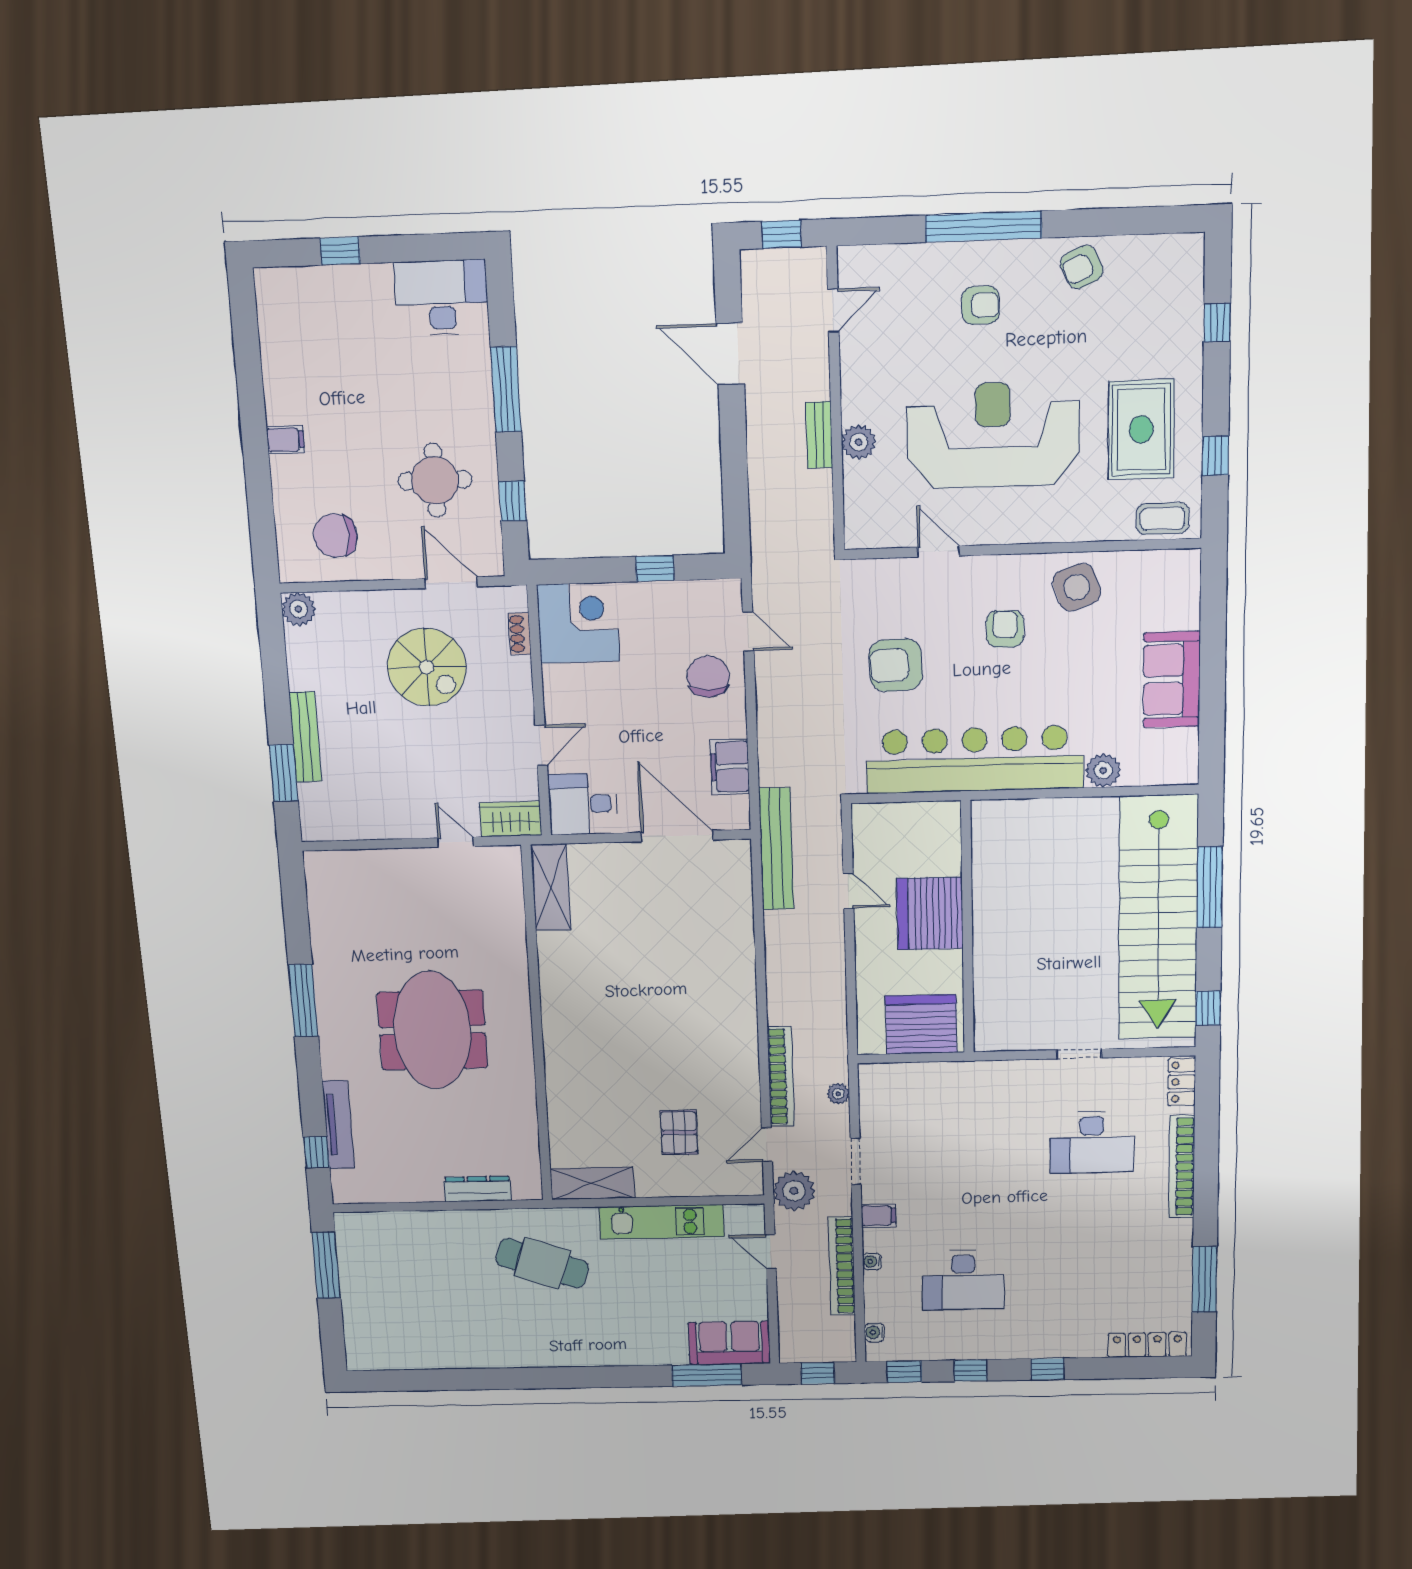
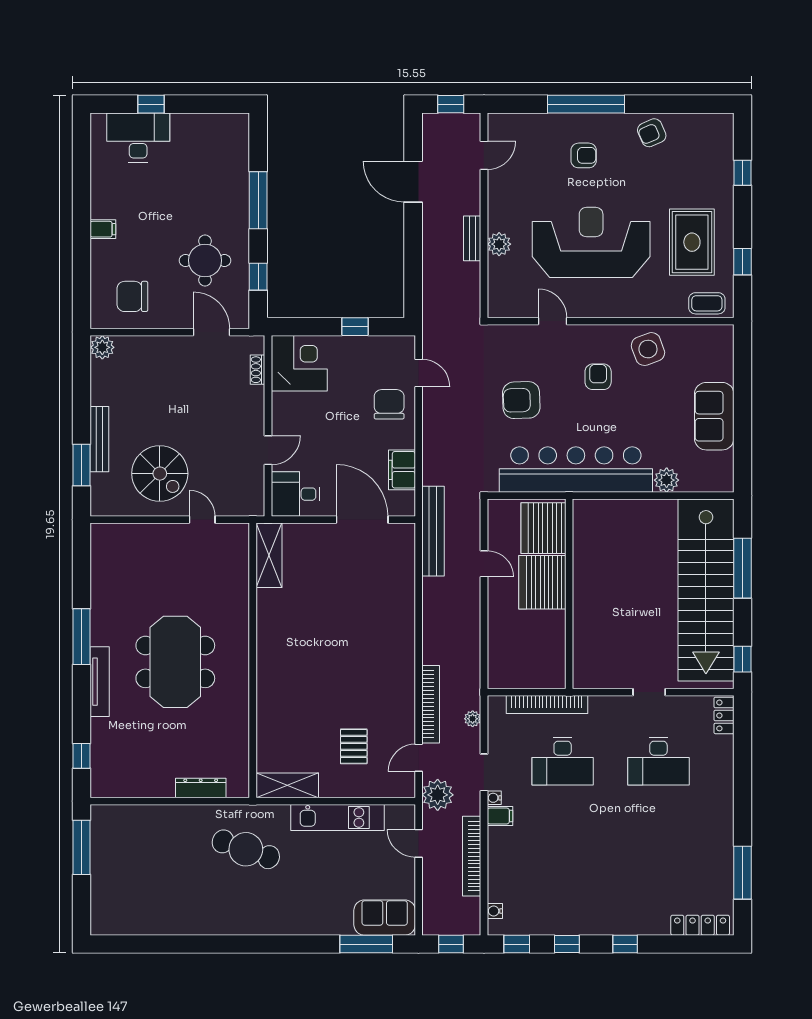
desk: (442, 298) -> (138, 137), moved
spiral stairs: (427, 667) -> (160, 474), moved
wardrobe: (511, 819) -> (243, 504), removed
server rack: (921, 1024) -> (543, 528), moved, turned -90
tv unit: (338, 1125) -> (100, 682), moved
bookcase: (1182, 1167) -> (547, 705), moved, turned -90
water cooler: (872, 1261) -> (494, 798), moved
desk: (963, 1280) -> (563, 761), moved

